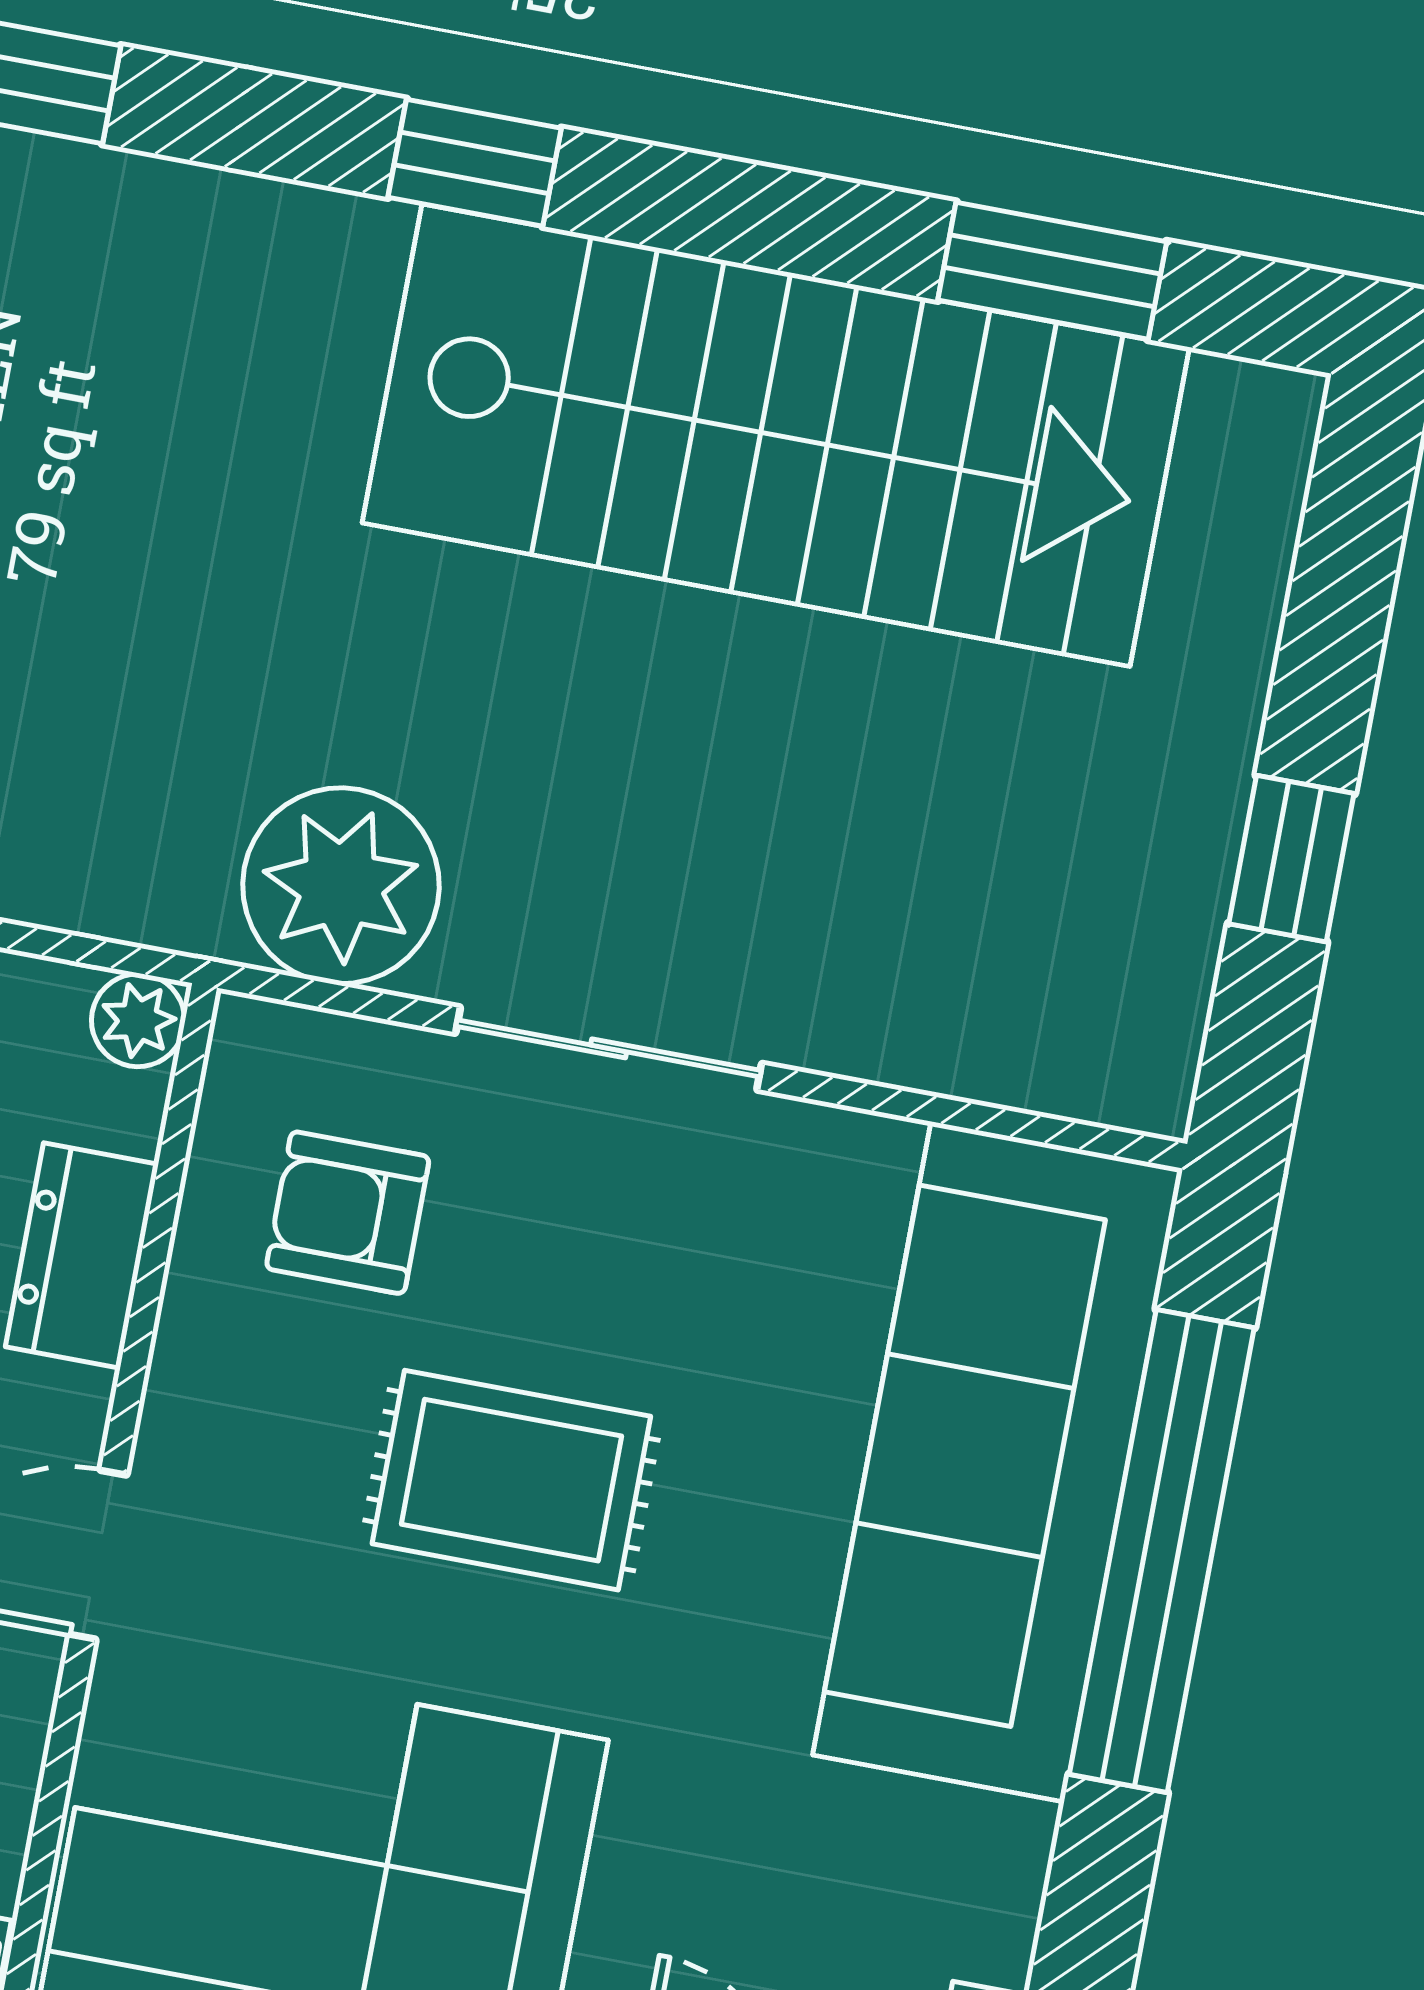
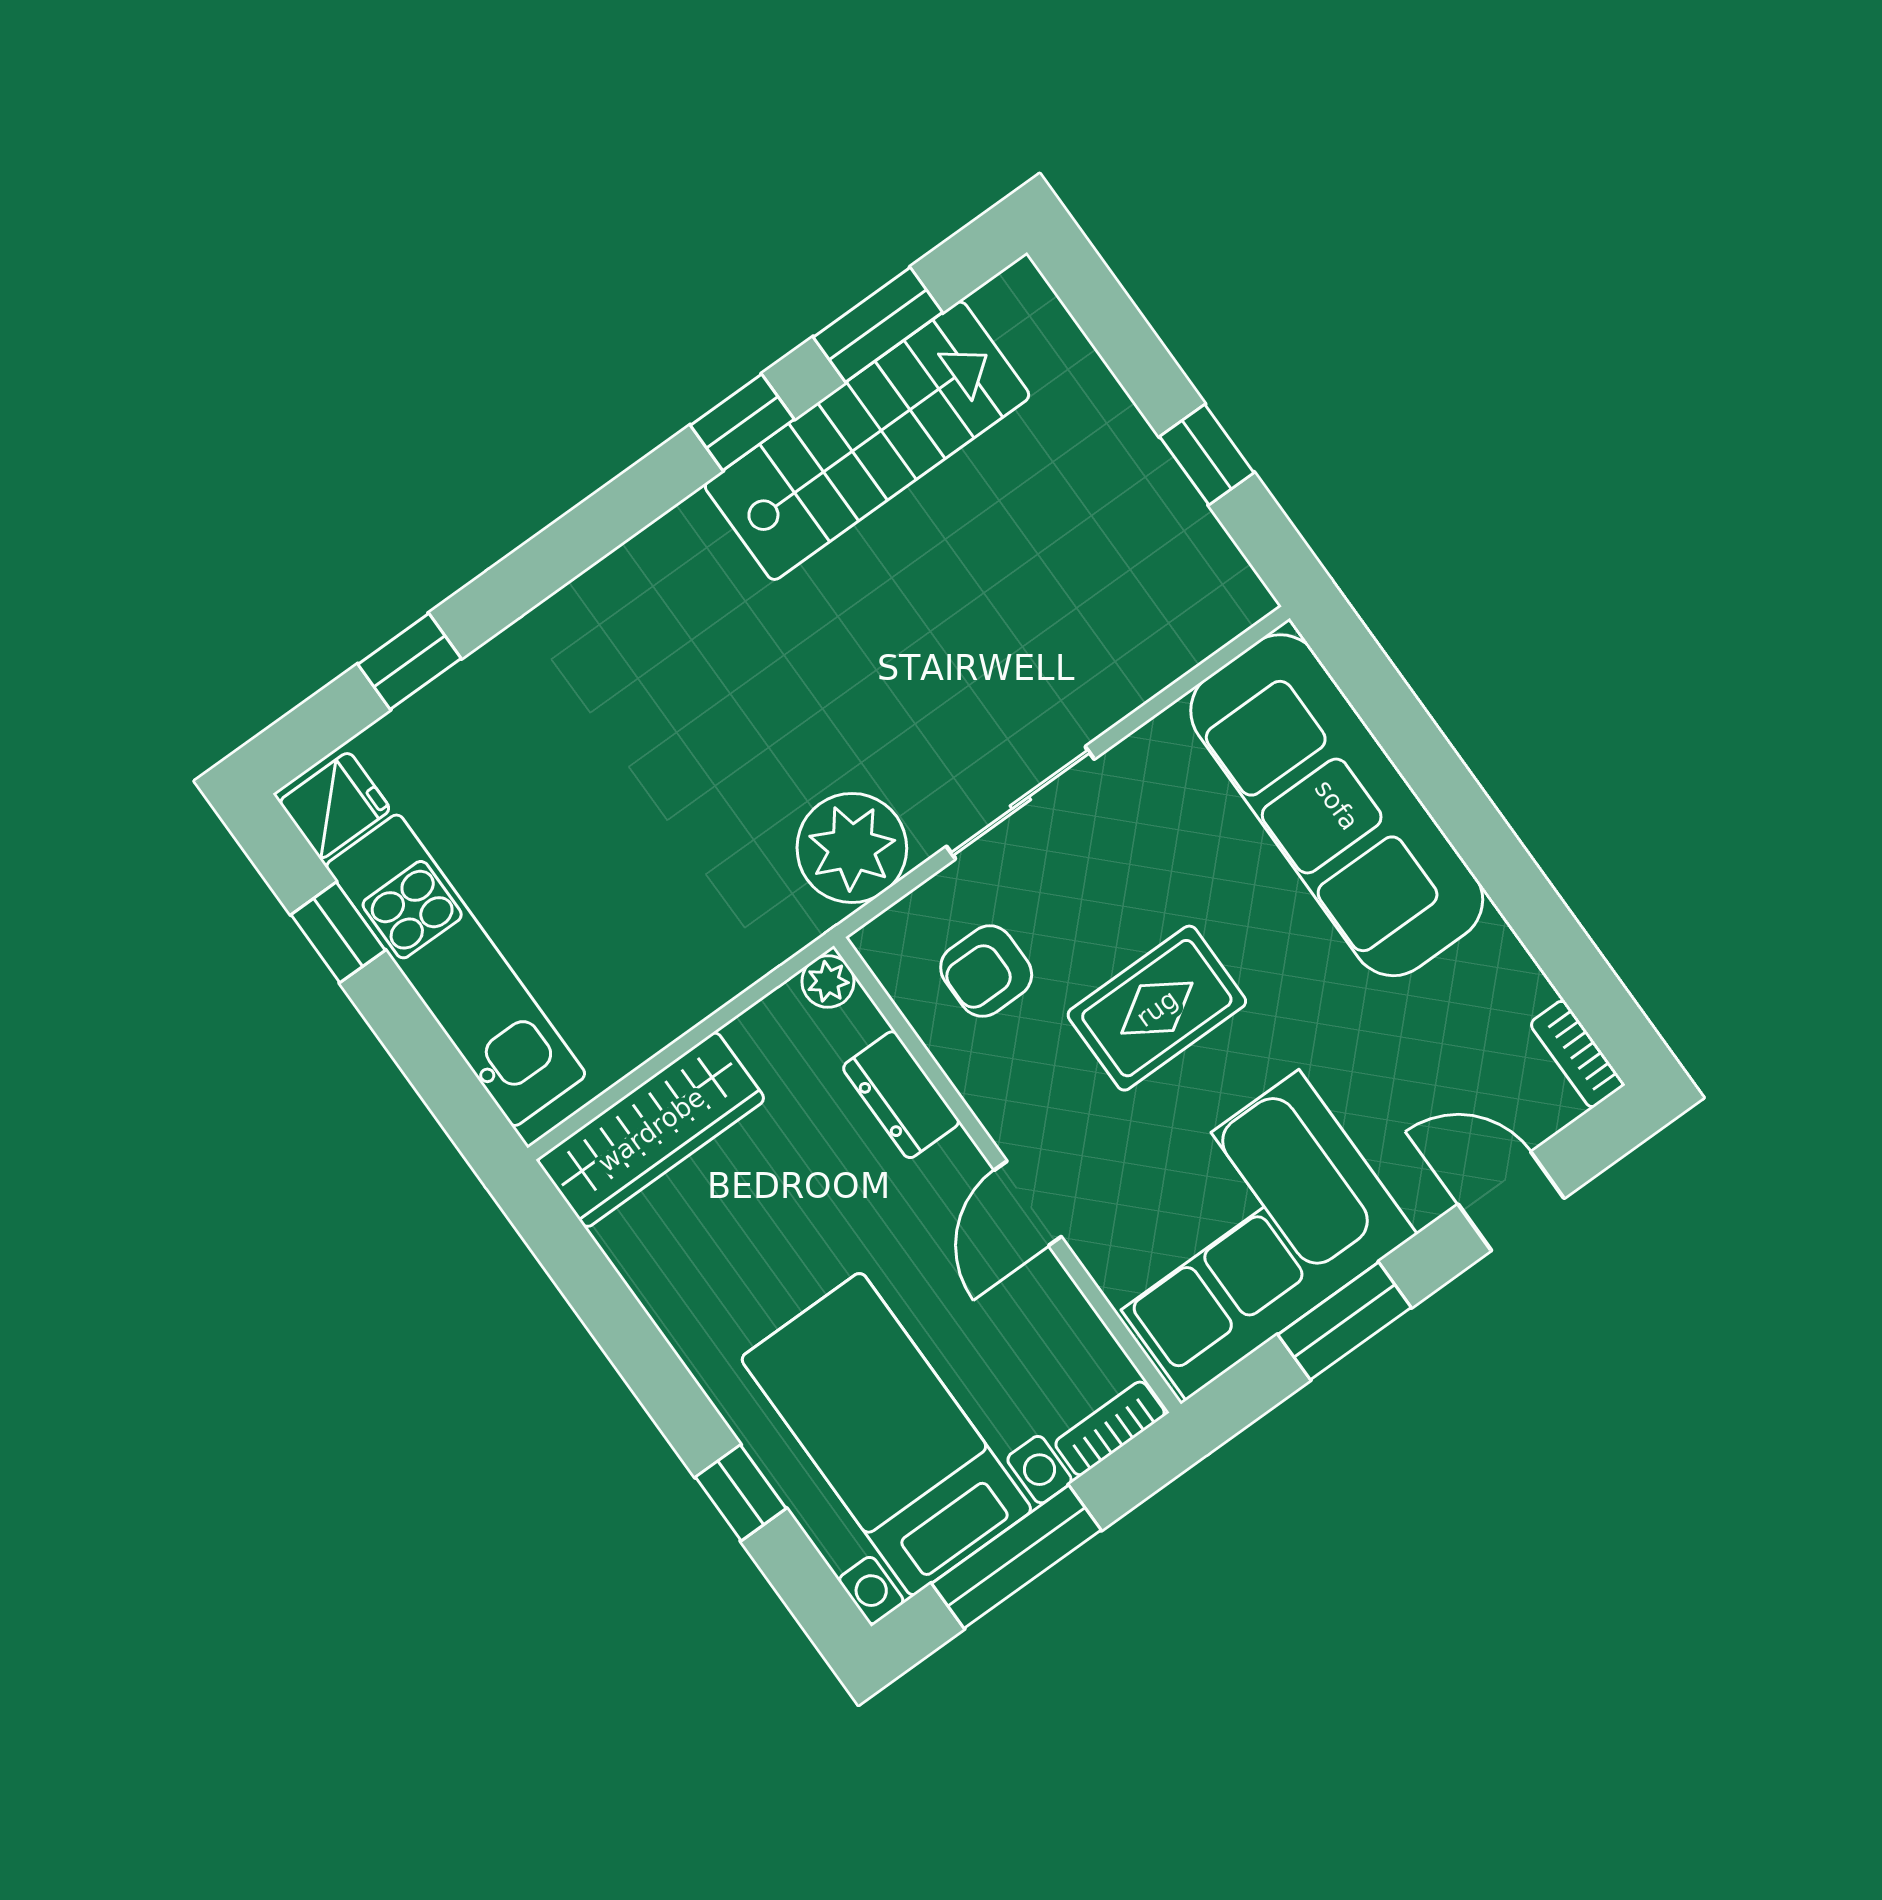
window: (475, 163) -> (742, 422), moved
stairs: (776, 435) -> (867, 441), width x0.73, depth x0.66
window: (1162, 1551) -> (1436, 773), removed

